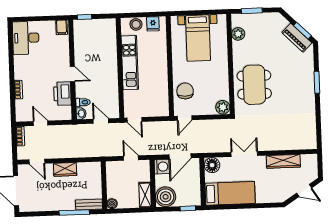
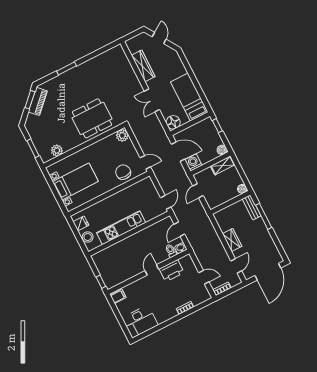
chair: (185, 91) -> (123, 172), turned 90
door: (41, 123) -> (204, 277), swing flipped
boiler: (166, 197) -> (222, 150), width x0.54, depth x0.54

